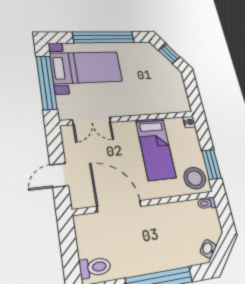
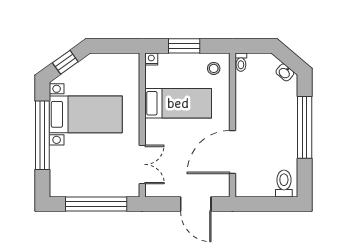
bed with nightstands: (86, 67) -> (86, 114), moved, turned 90
window: (212, 164) -> (184, 46), moved
door: (59, 175) -> (196, 204), width x1.38
stool: (195, 178) -> (214, 68), width x0.53, depth x0.53

